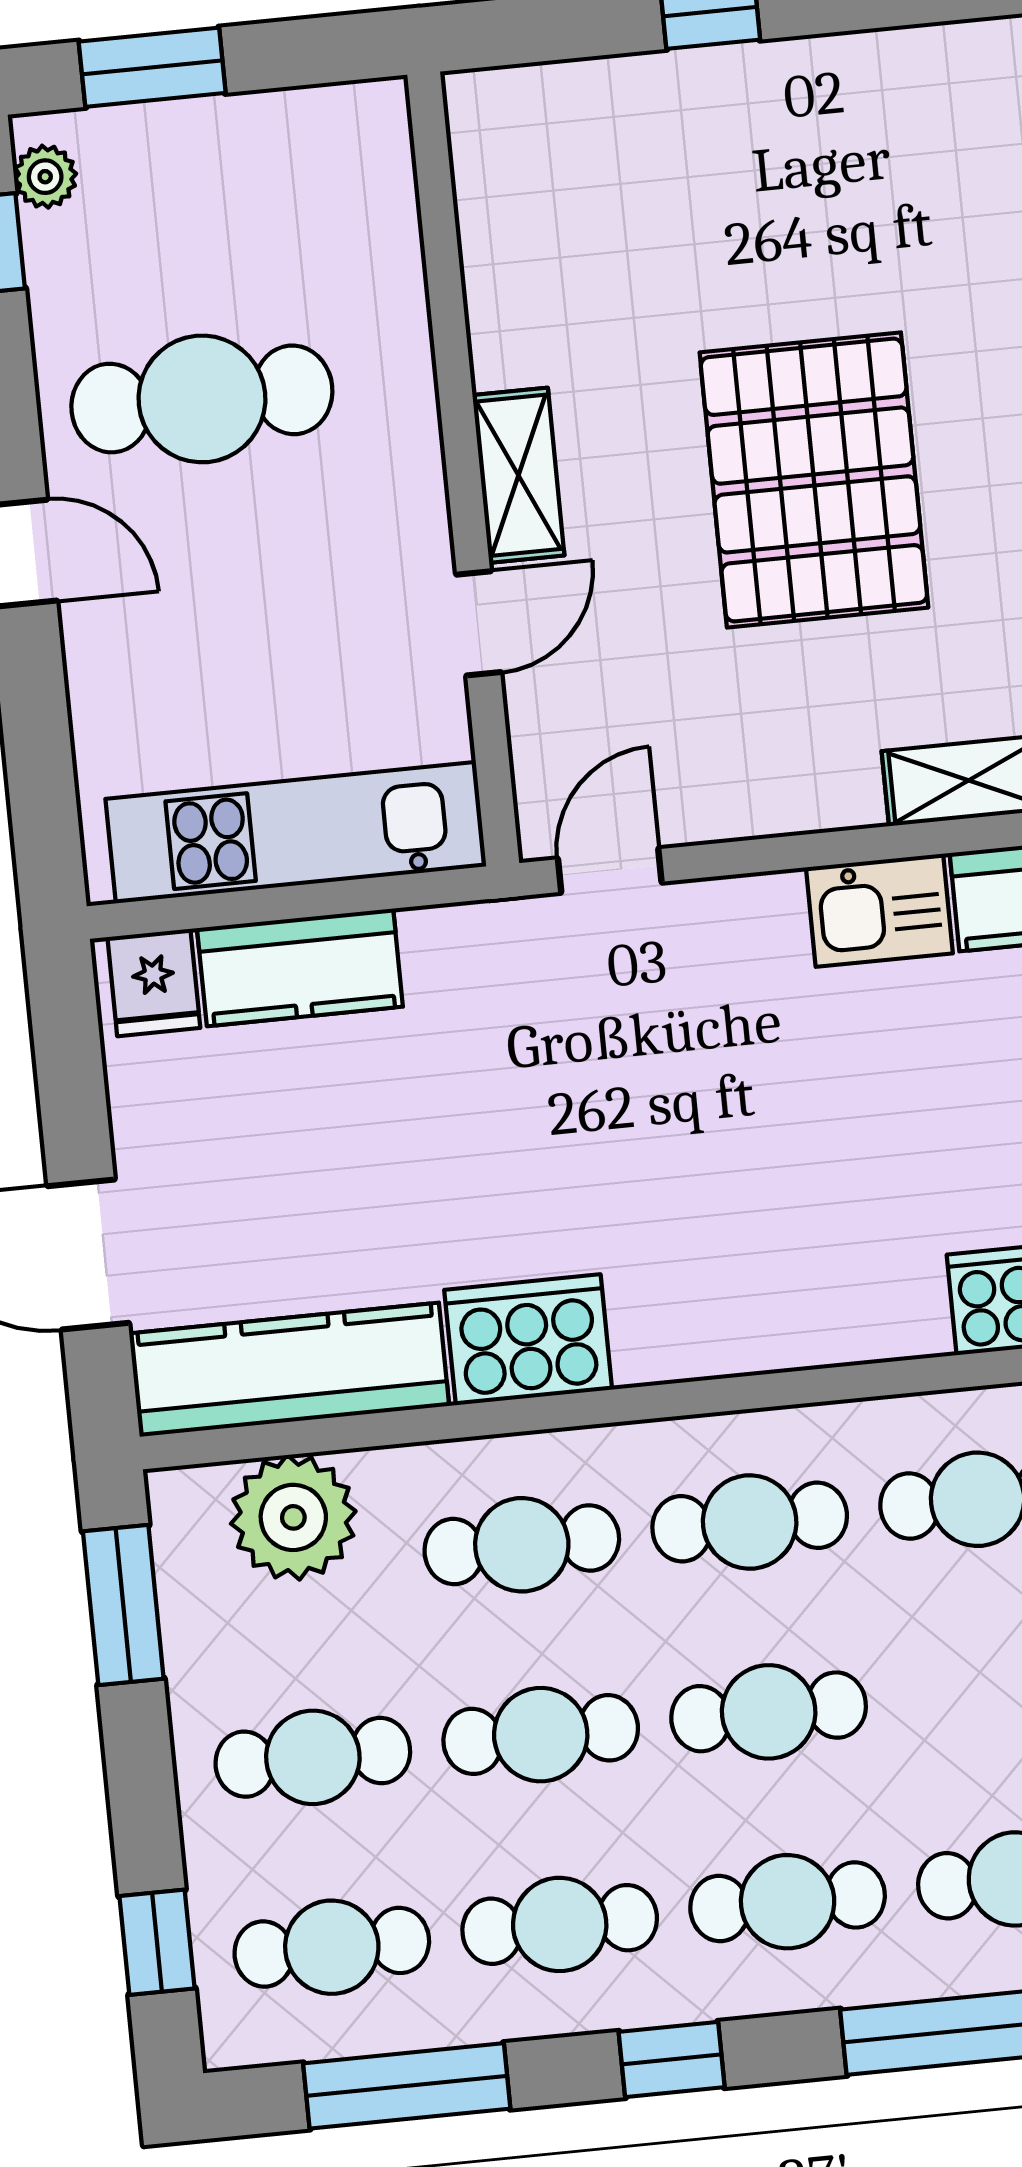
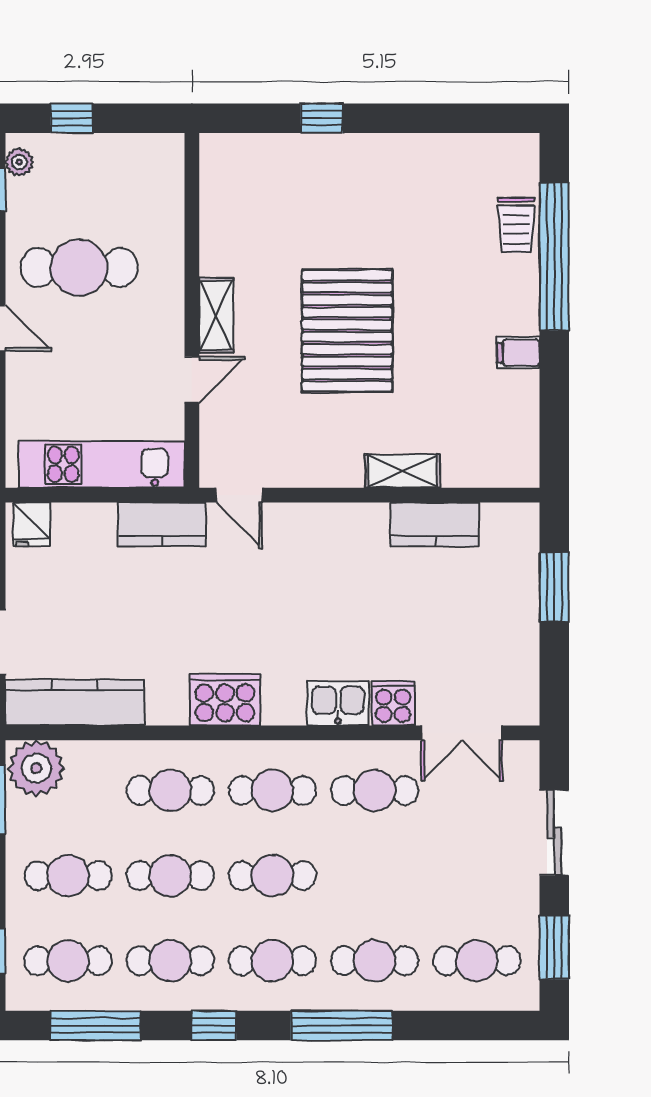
window: (152, 67) -> (72, 118), width x0.67
door: (610, 871) -> (239, 495), swing flipped
kitchen sink: (879, 910) -> (338, 703), moved, turned 180
kitchen counter: (300, 967) -> (162, 524), moved
cooker: (528, 1340) -> (225, 700), moved
plant: (293, 1517) -> (36, 768), moved

